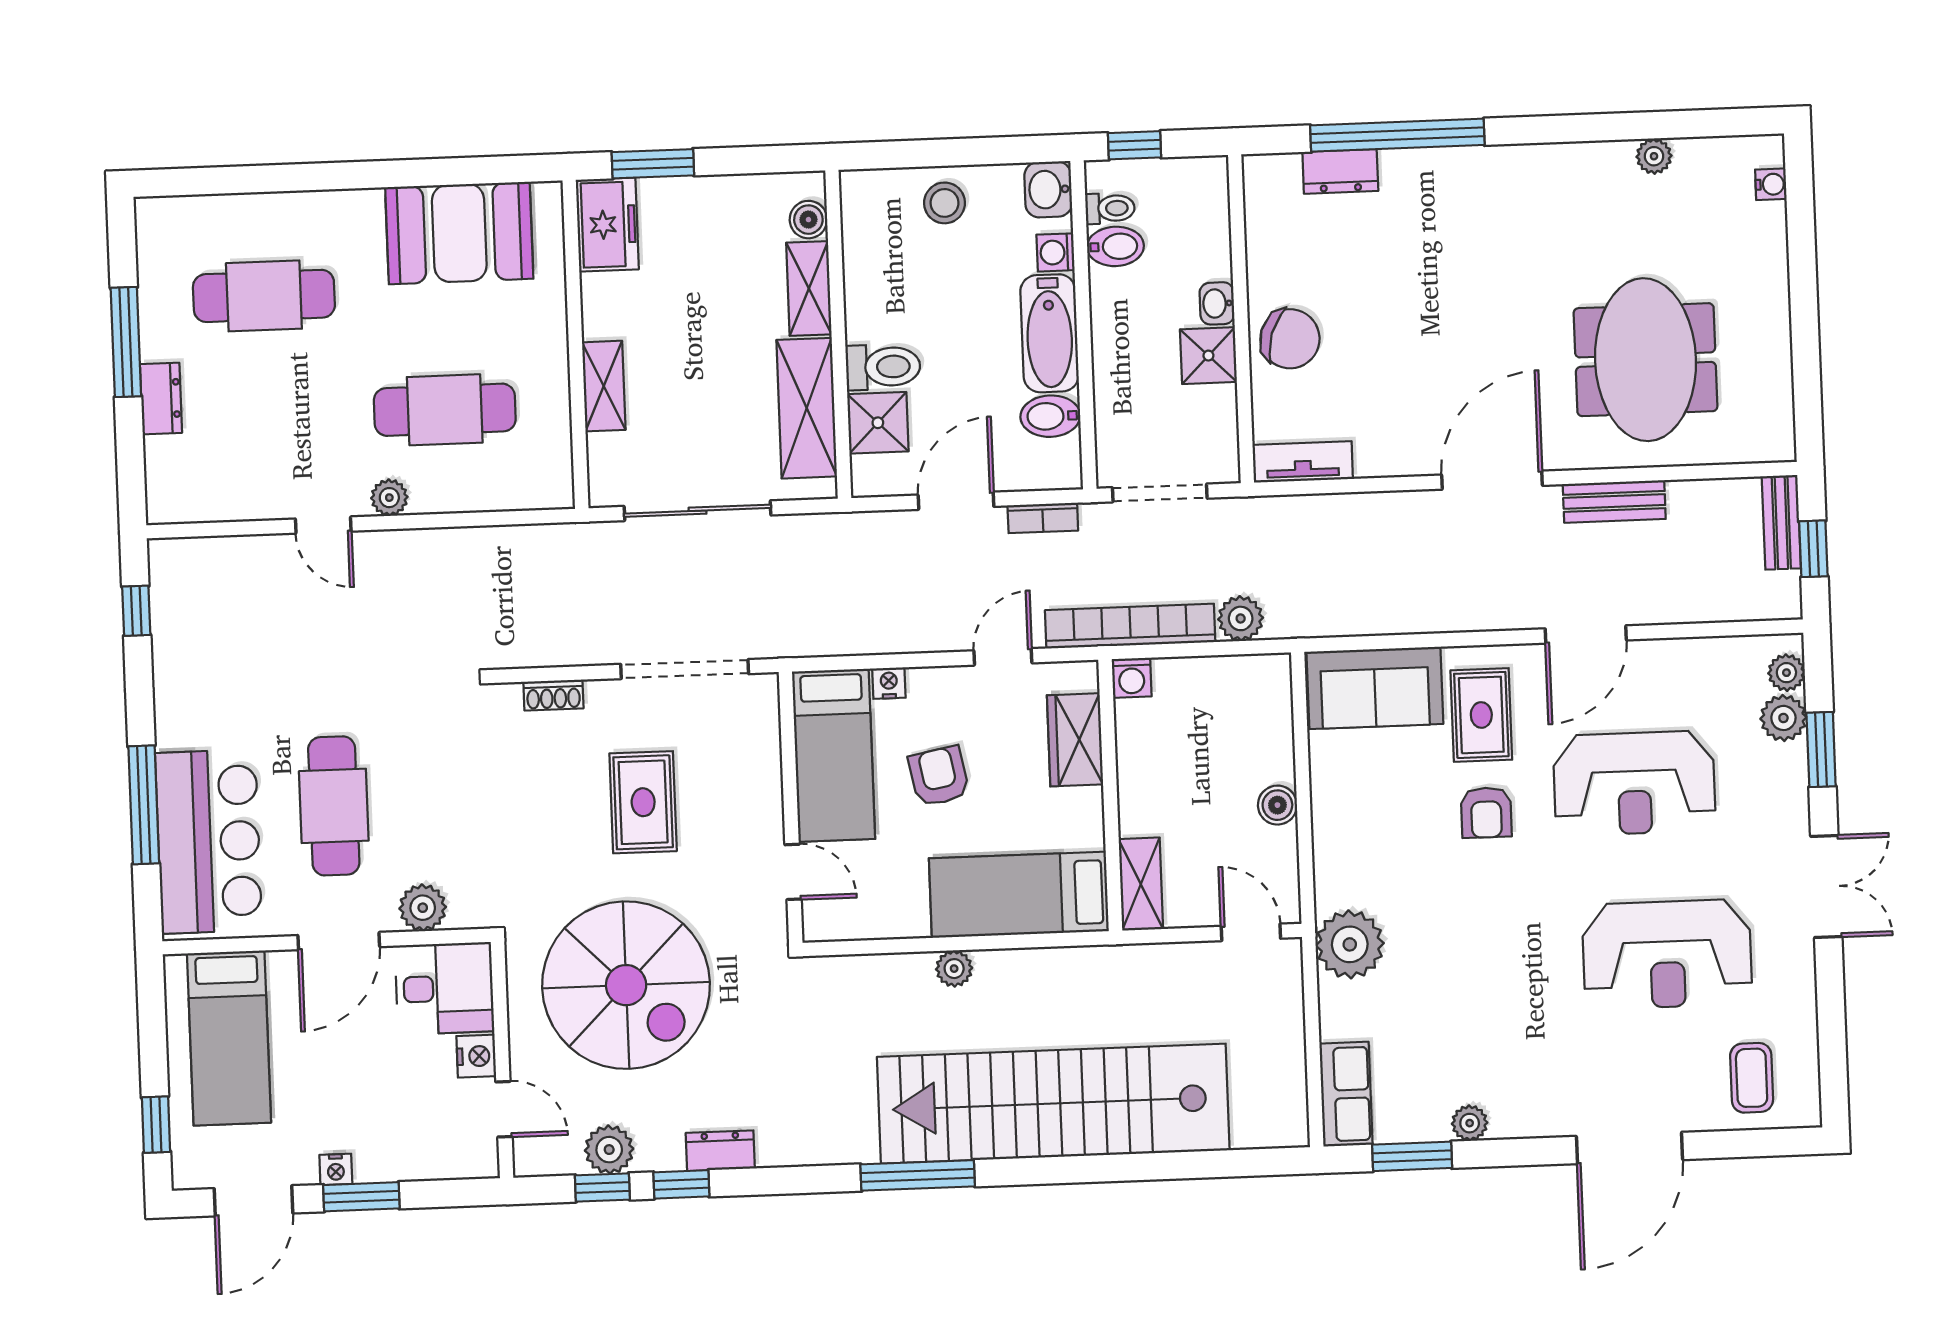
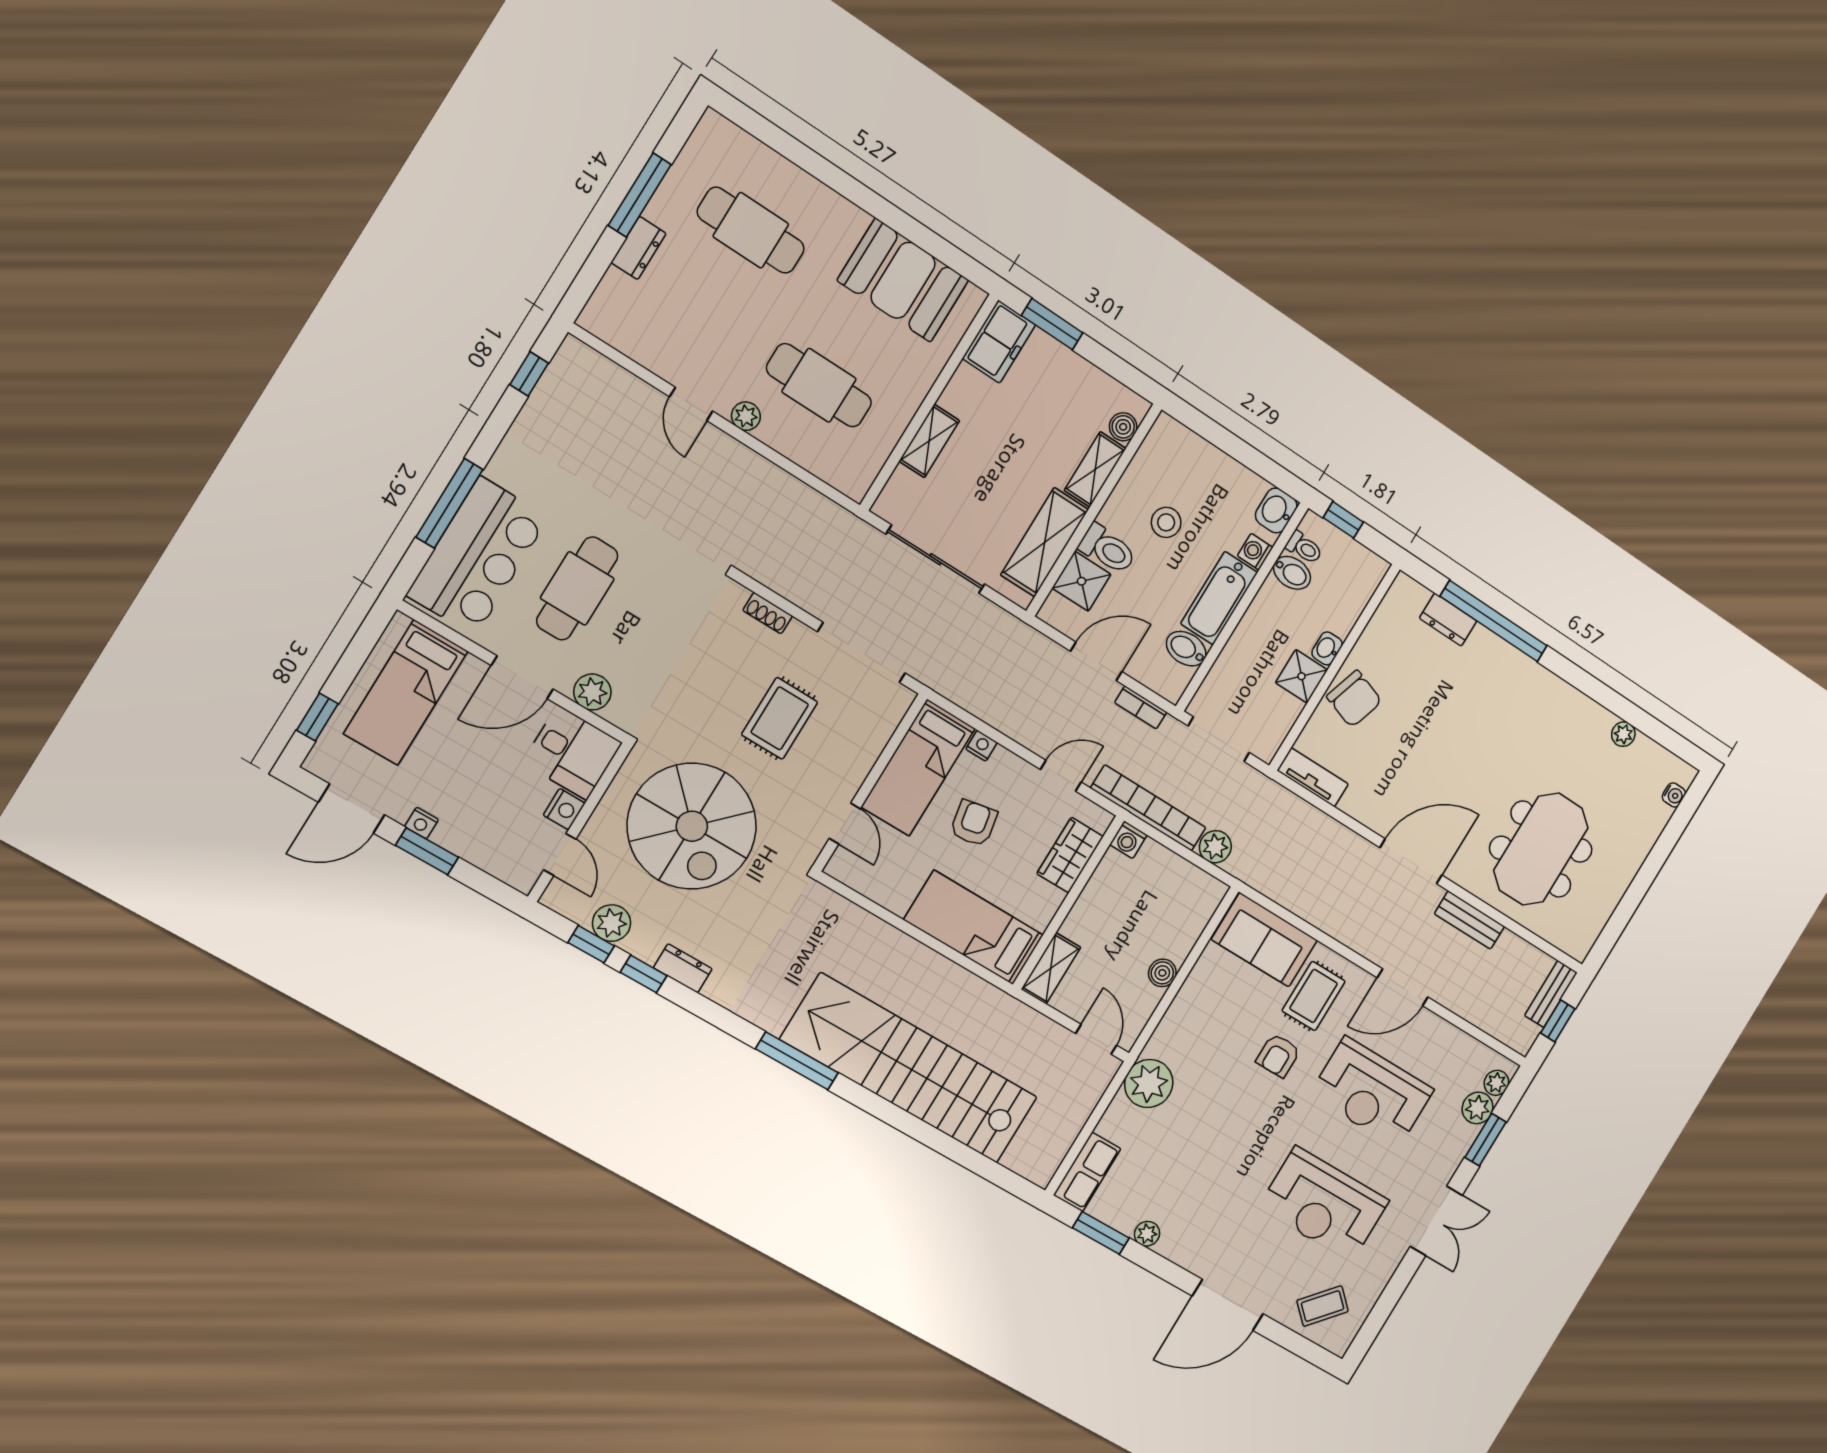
stool: (945, 203) -> (1166, 522), moved
plant: (954, 969) -> (904, 947), removed
coffee table: (1752, 1078) -> (1323, 1306), turned 43

